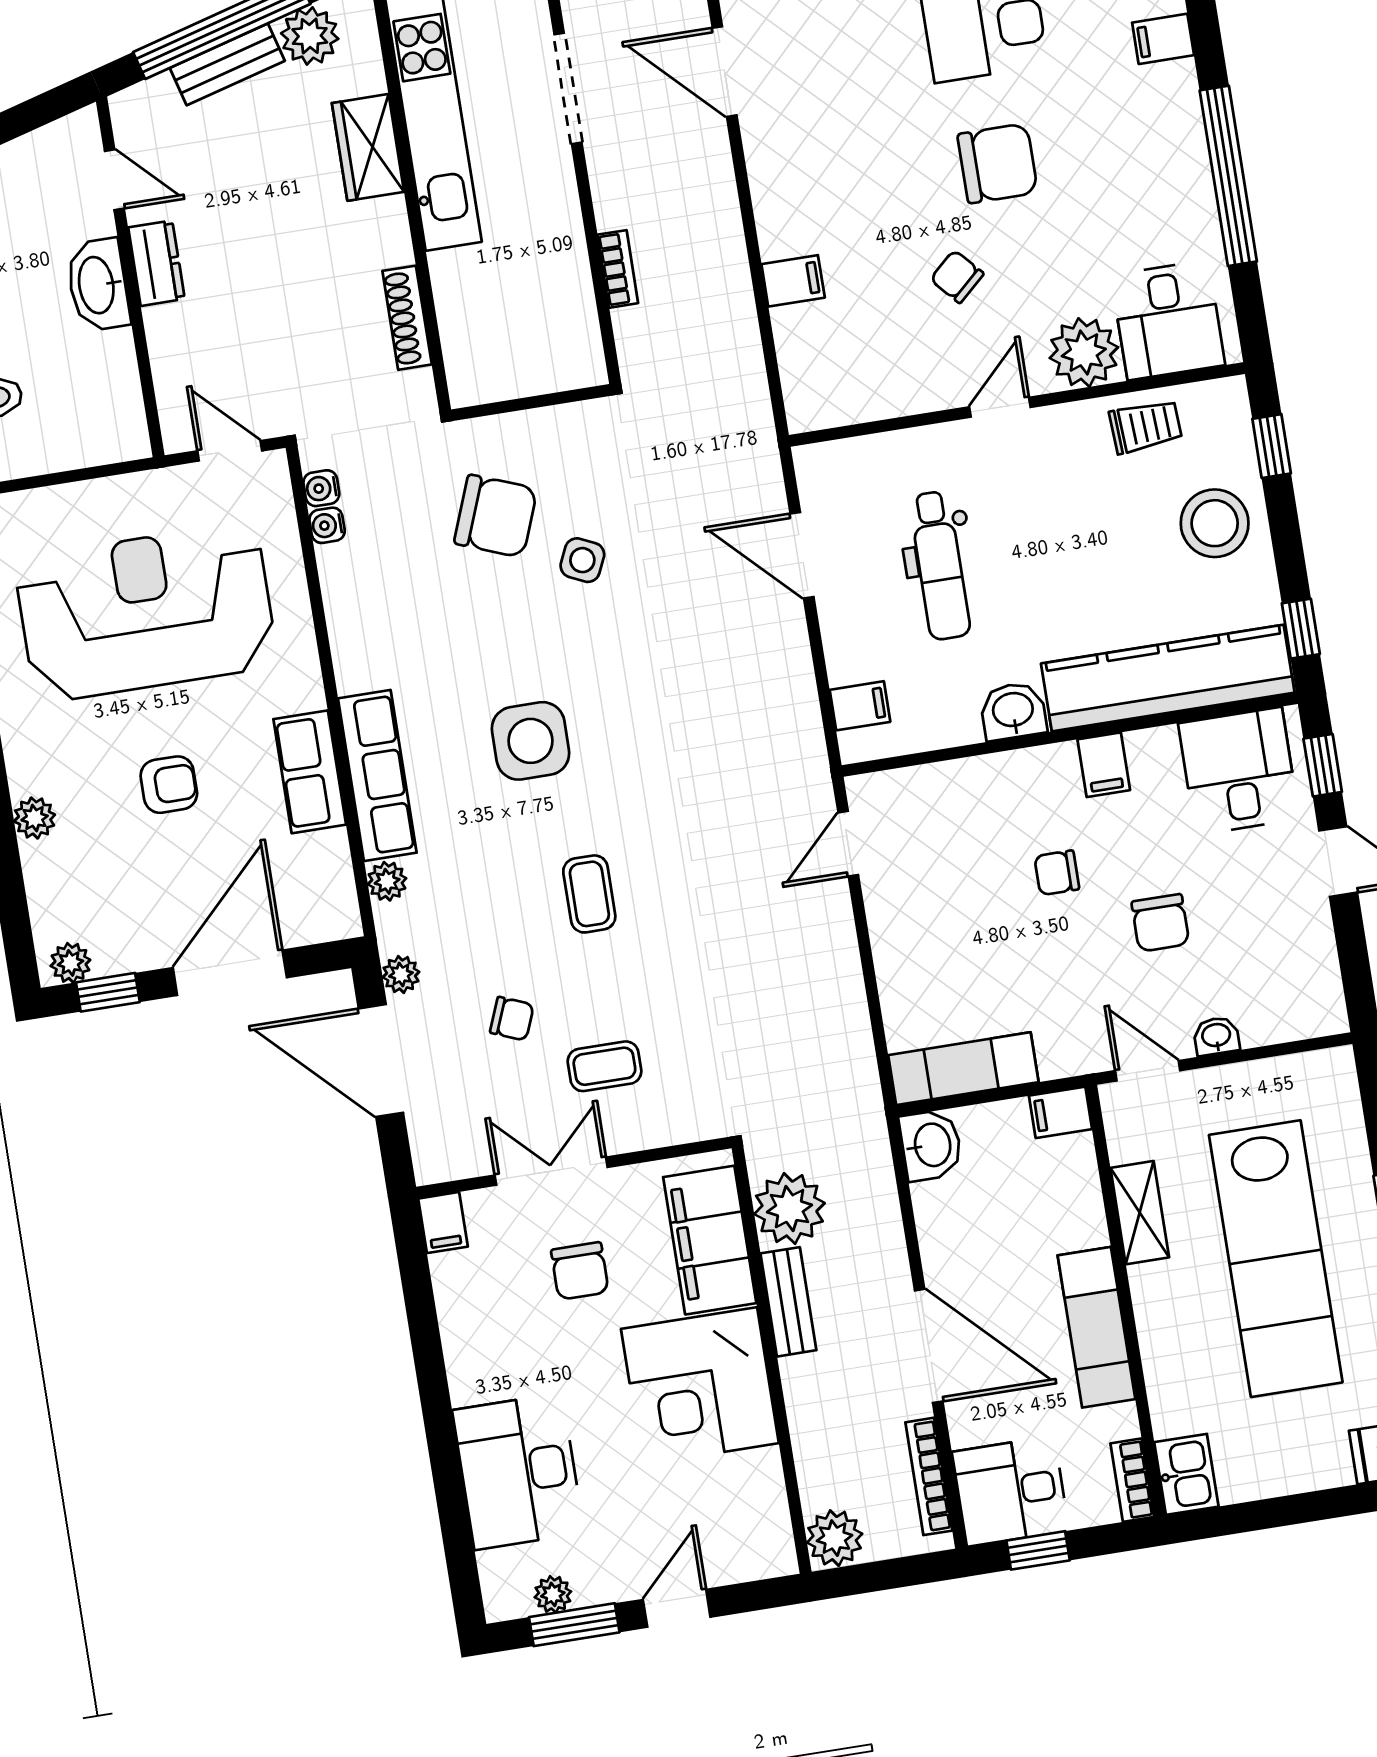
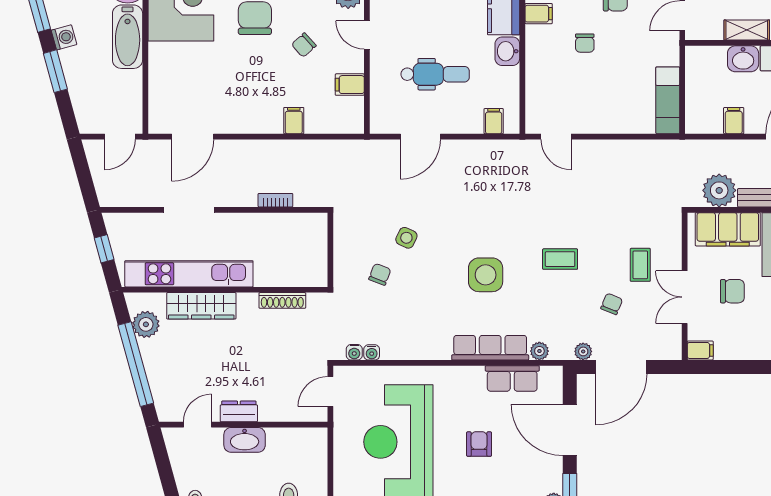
bench: (227, 64) -> (153, 364), removed
wardrobe: (368, 147) -> (201, 306), width x1.50
filing cabinet: (889, 388) -> (350, 85), added
chair: (496, 516) -> (380, 274), width x0.54, depth x0.54
row of seats: (310, 772) -> (512, 378), moved
filing cabinet: (1060, 1112) -> (734, 121), moved, turned 180
washbasin: (931, 1145) -> (743, 59), moved, turned 180

